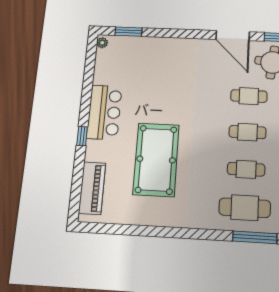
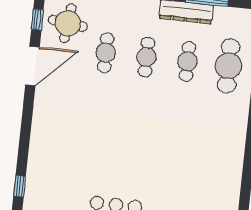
window: (129, 32) -> (20, 186), width x0.67
pool table: (156, 160) -> (172, 159), removed

